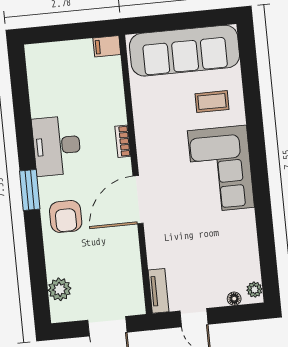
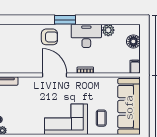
floor lamp: (59, 54) -> (133, 41), added
armchair: (66, 216) -> (49, 37), turned 180
plant: (60, 289) -> (108, 30), moved

